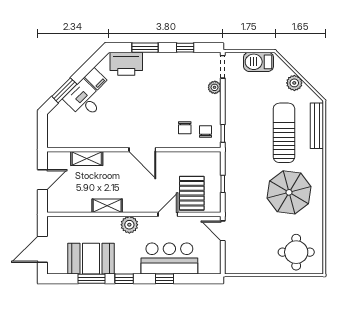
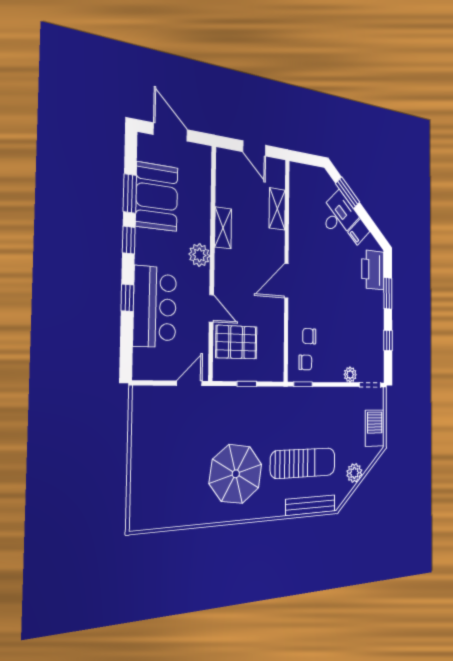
round table: (296, 252) -> (160, 489), removed

